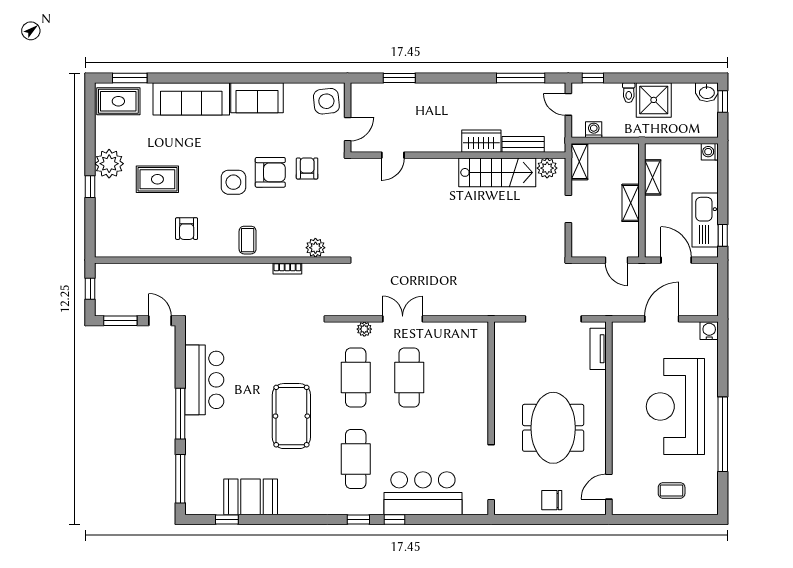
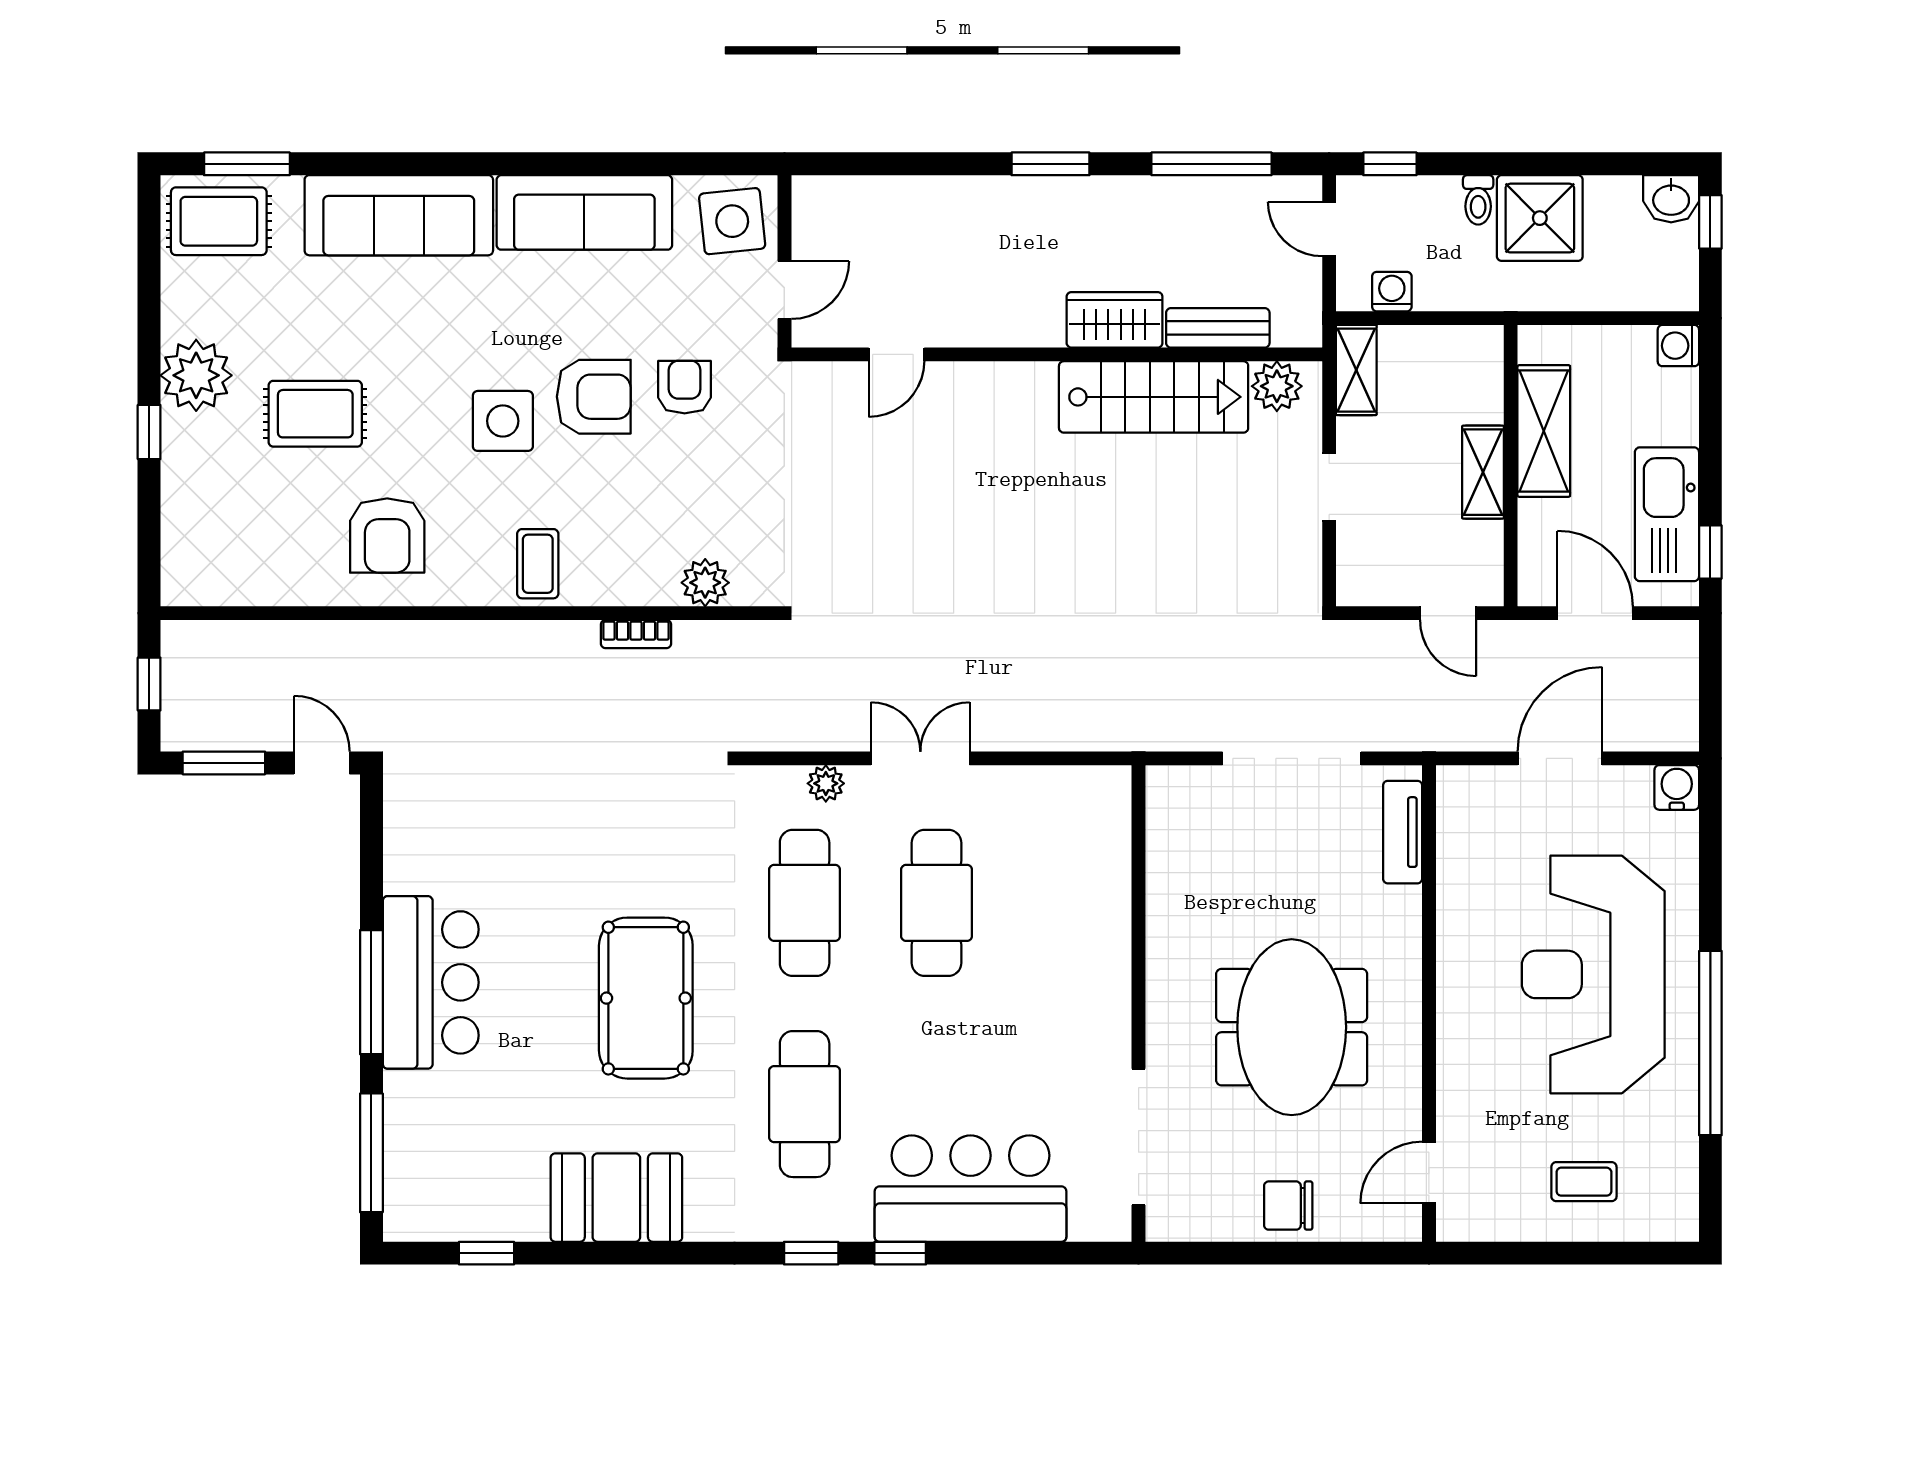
window: (399, 78) -> (1050, 164), moved
sofa: (257, 98) -> (584, 212), width x1.36
shelving: (653, 177) -> (1544, 431), width x1.50, depth x1.33
armchair: (187, 229) -> (387, 535), width x1.38, depth x1.38
bar counter: (204, 380) -> (431, 982), moved
booth: (251, 497) -> (616, 1198), moved

